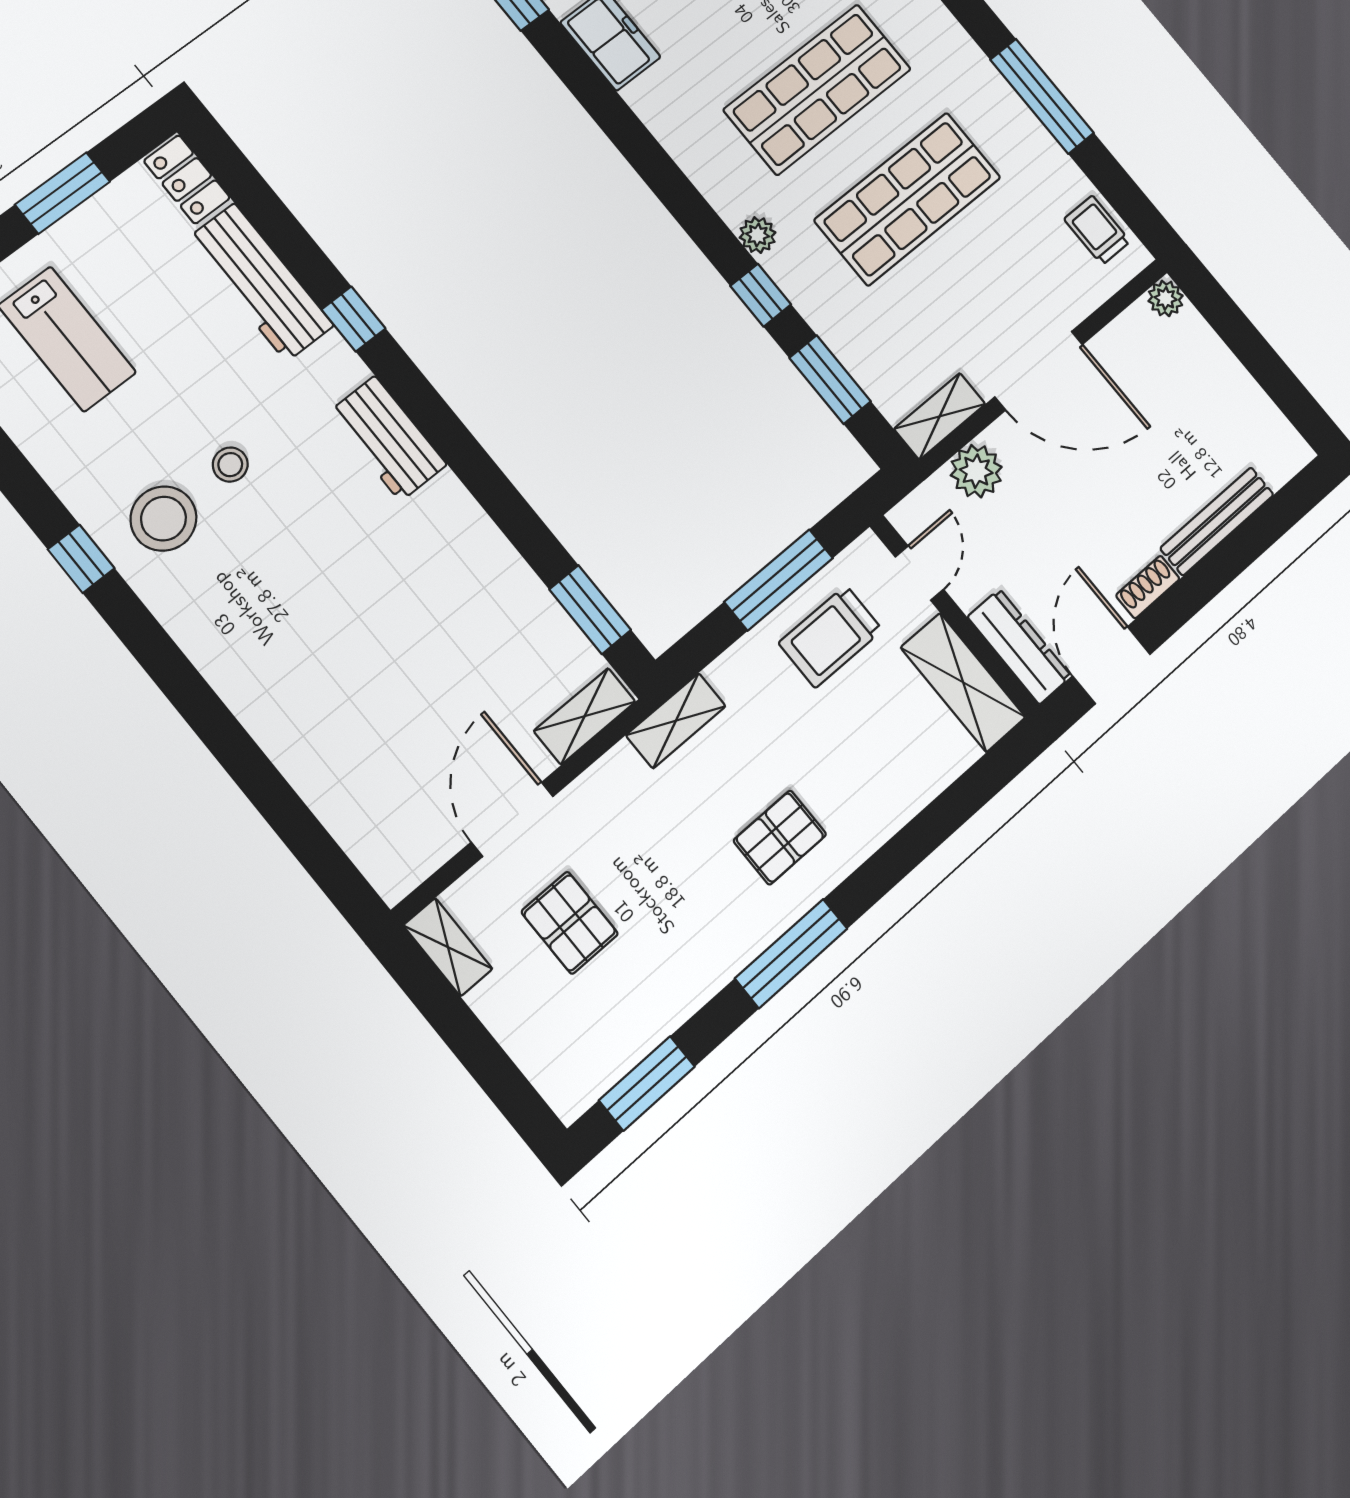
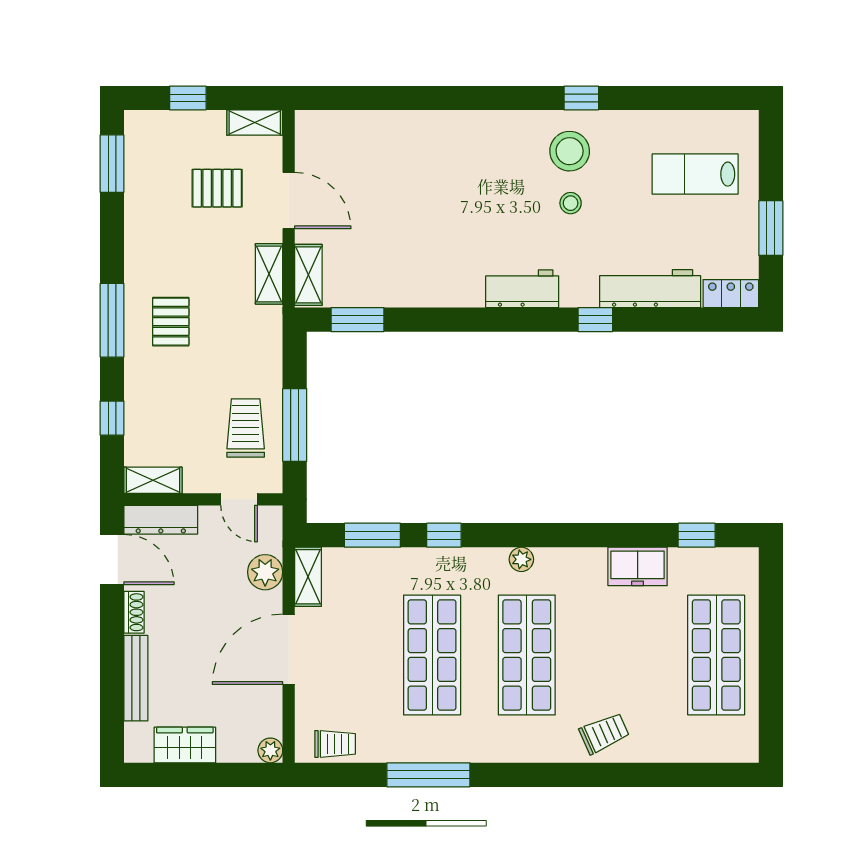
plant: (758, 235) -> (521, 559), moved
wardrobe: (1241, 402) -> (185, 745), added
shelving: (963, 682) -> (153, 480), width x0.67, depth x0.75
shelving: (676, 721) -> (269, 274), moved
window: (952, 809) -> (112, 418), added
window: (791, 953) -> (112, 320), moved
window: (485, 1060) -> (188, 98), added

